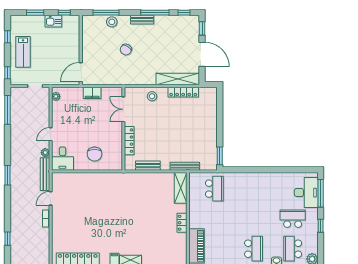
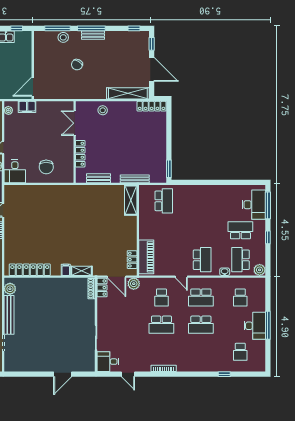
window: (155, 13) -> (91, 28), moved
locker: (183, 92) -> (152, 106), moved
filing cabinet: (92, 93) -> (27, 107), moved
locker: (182, 223) -> (132, 260), moved

